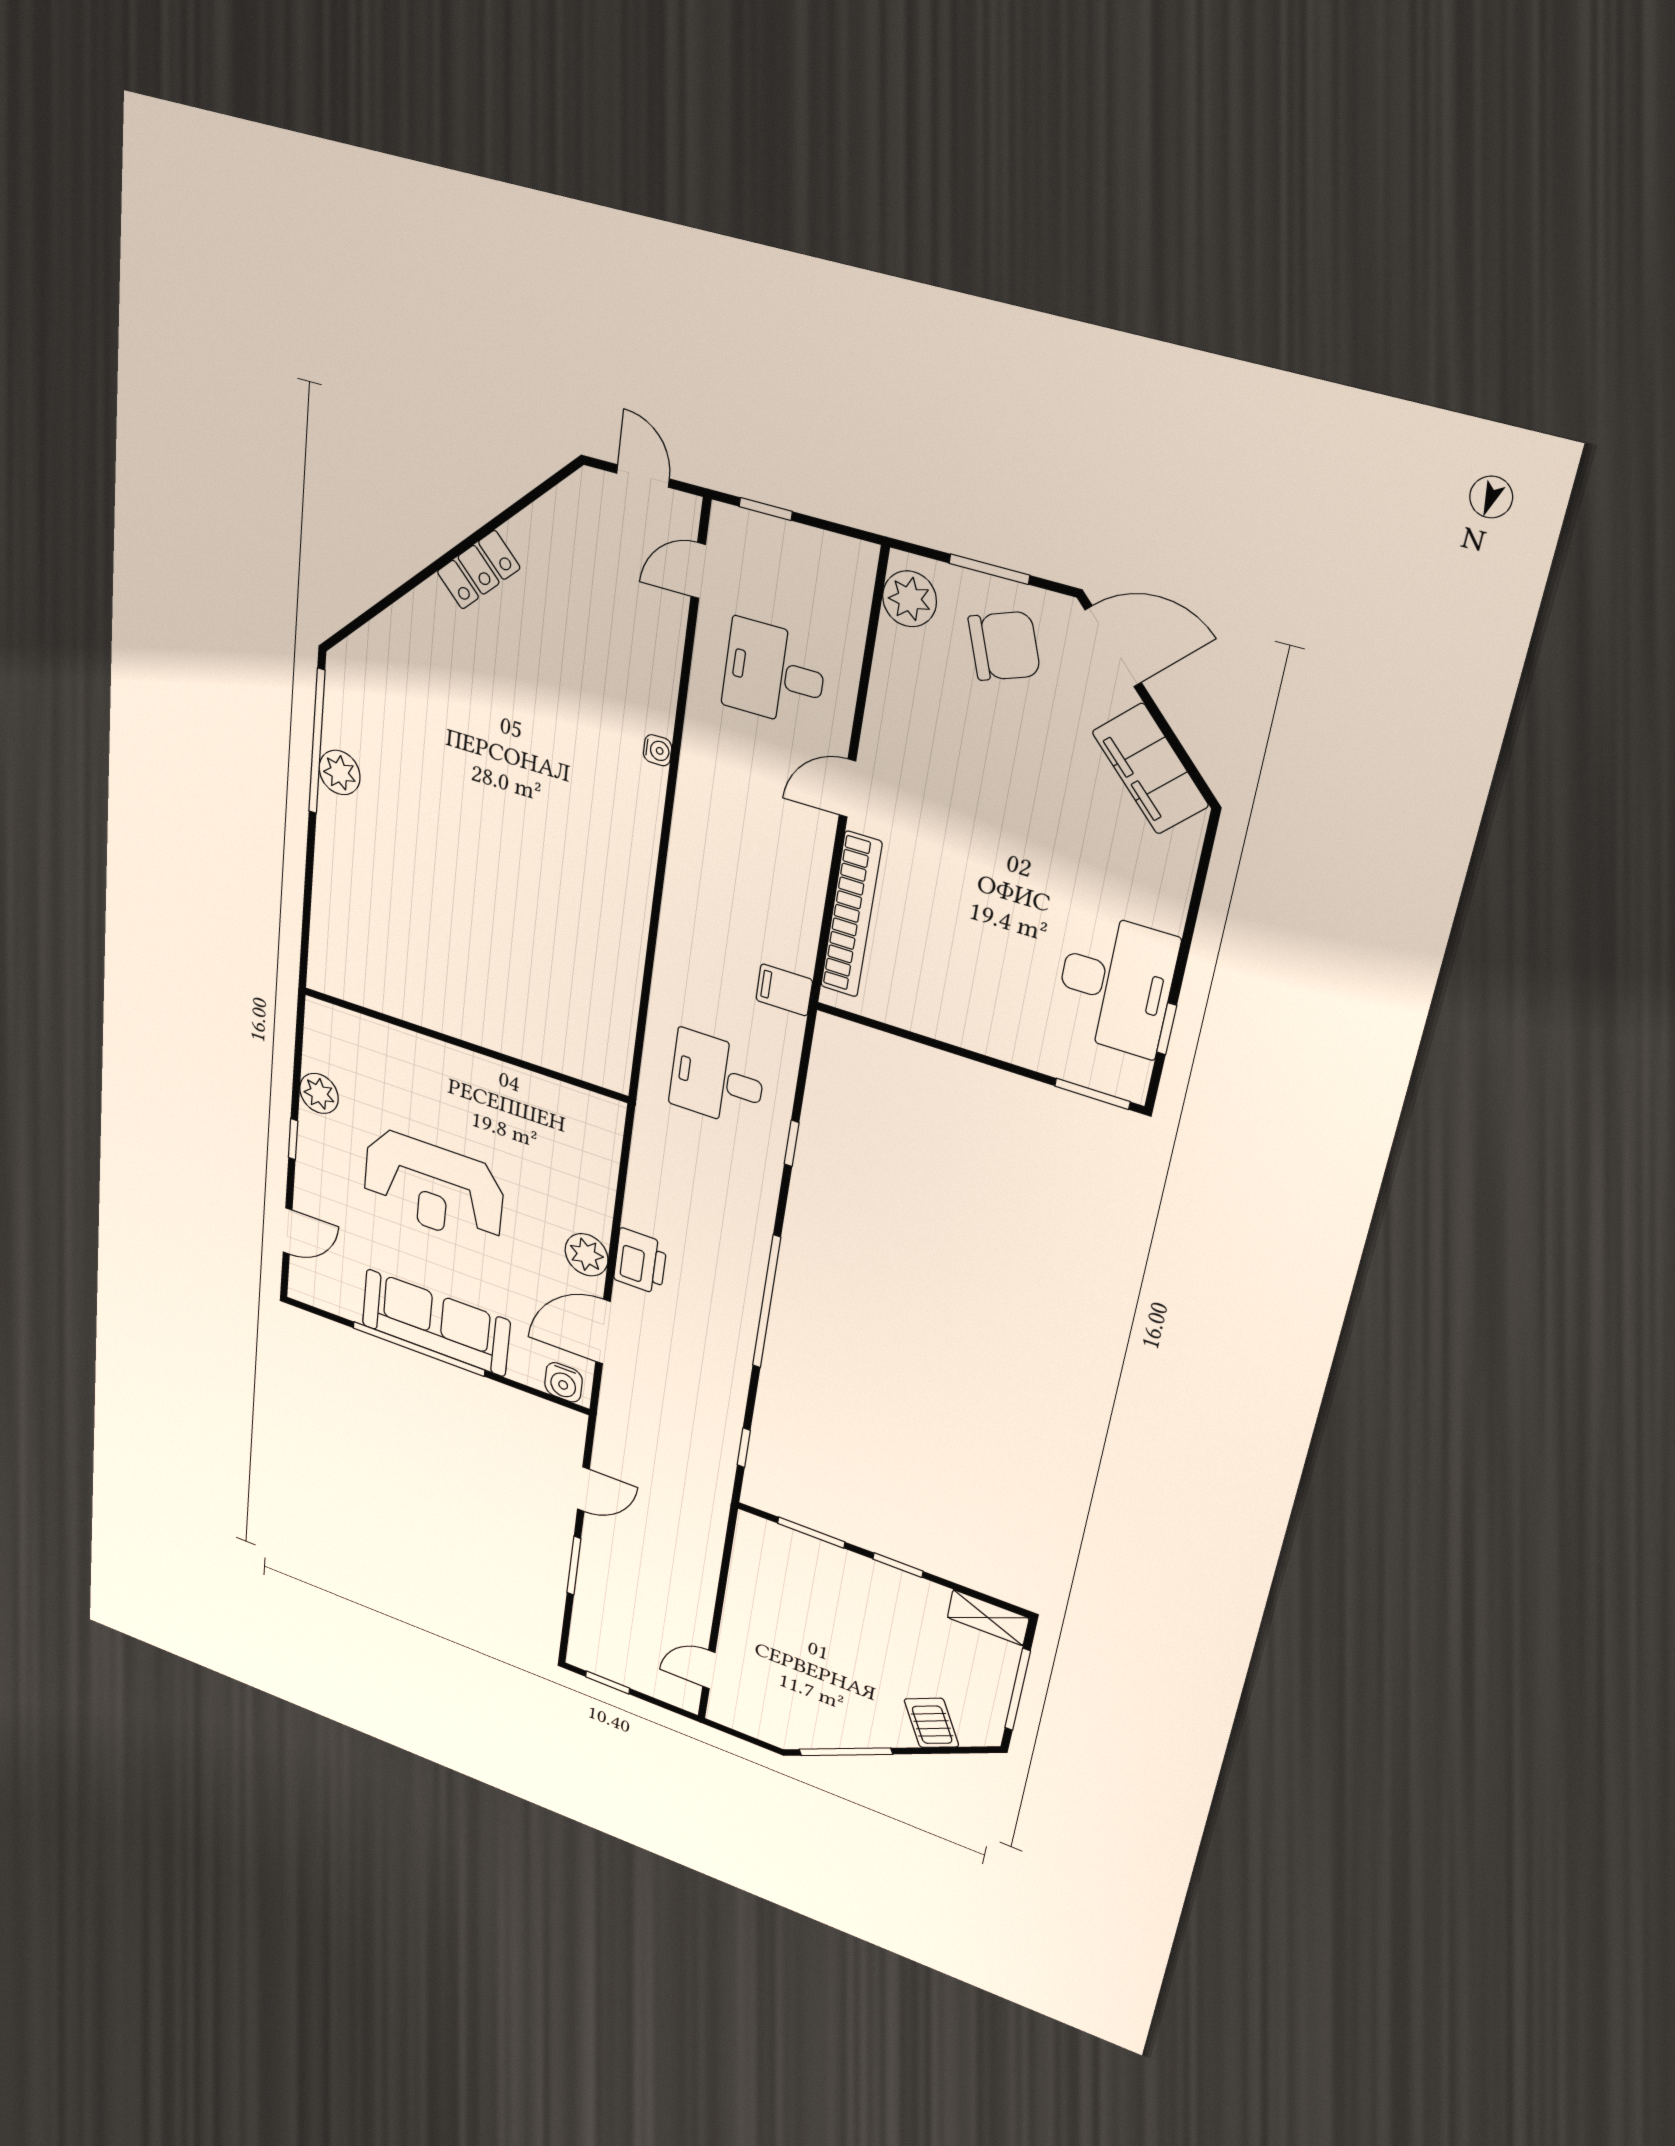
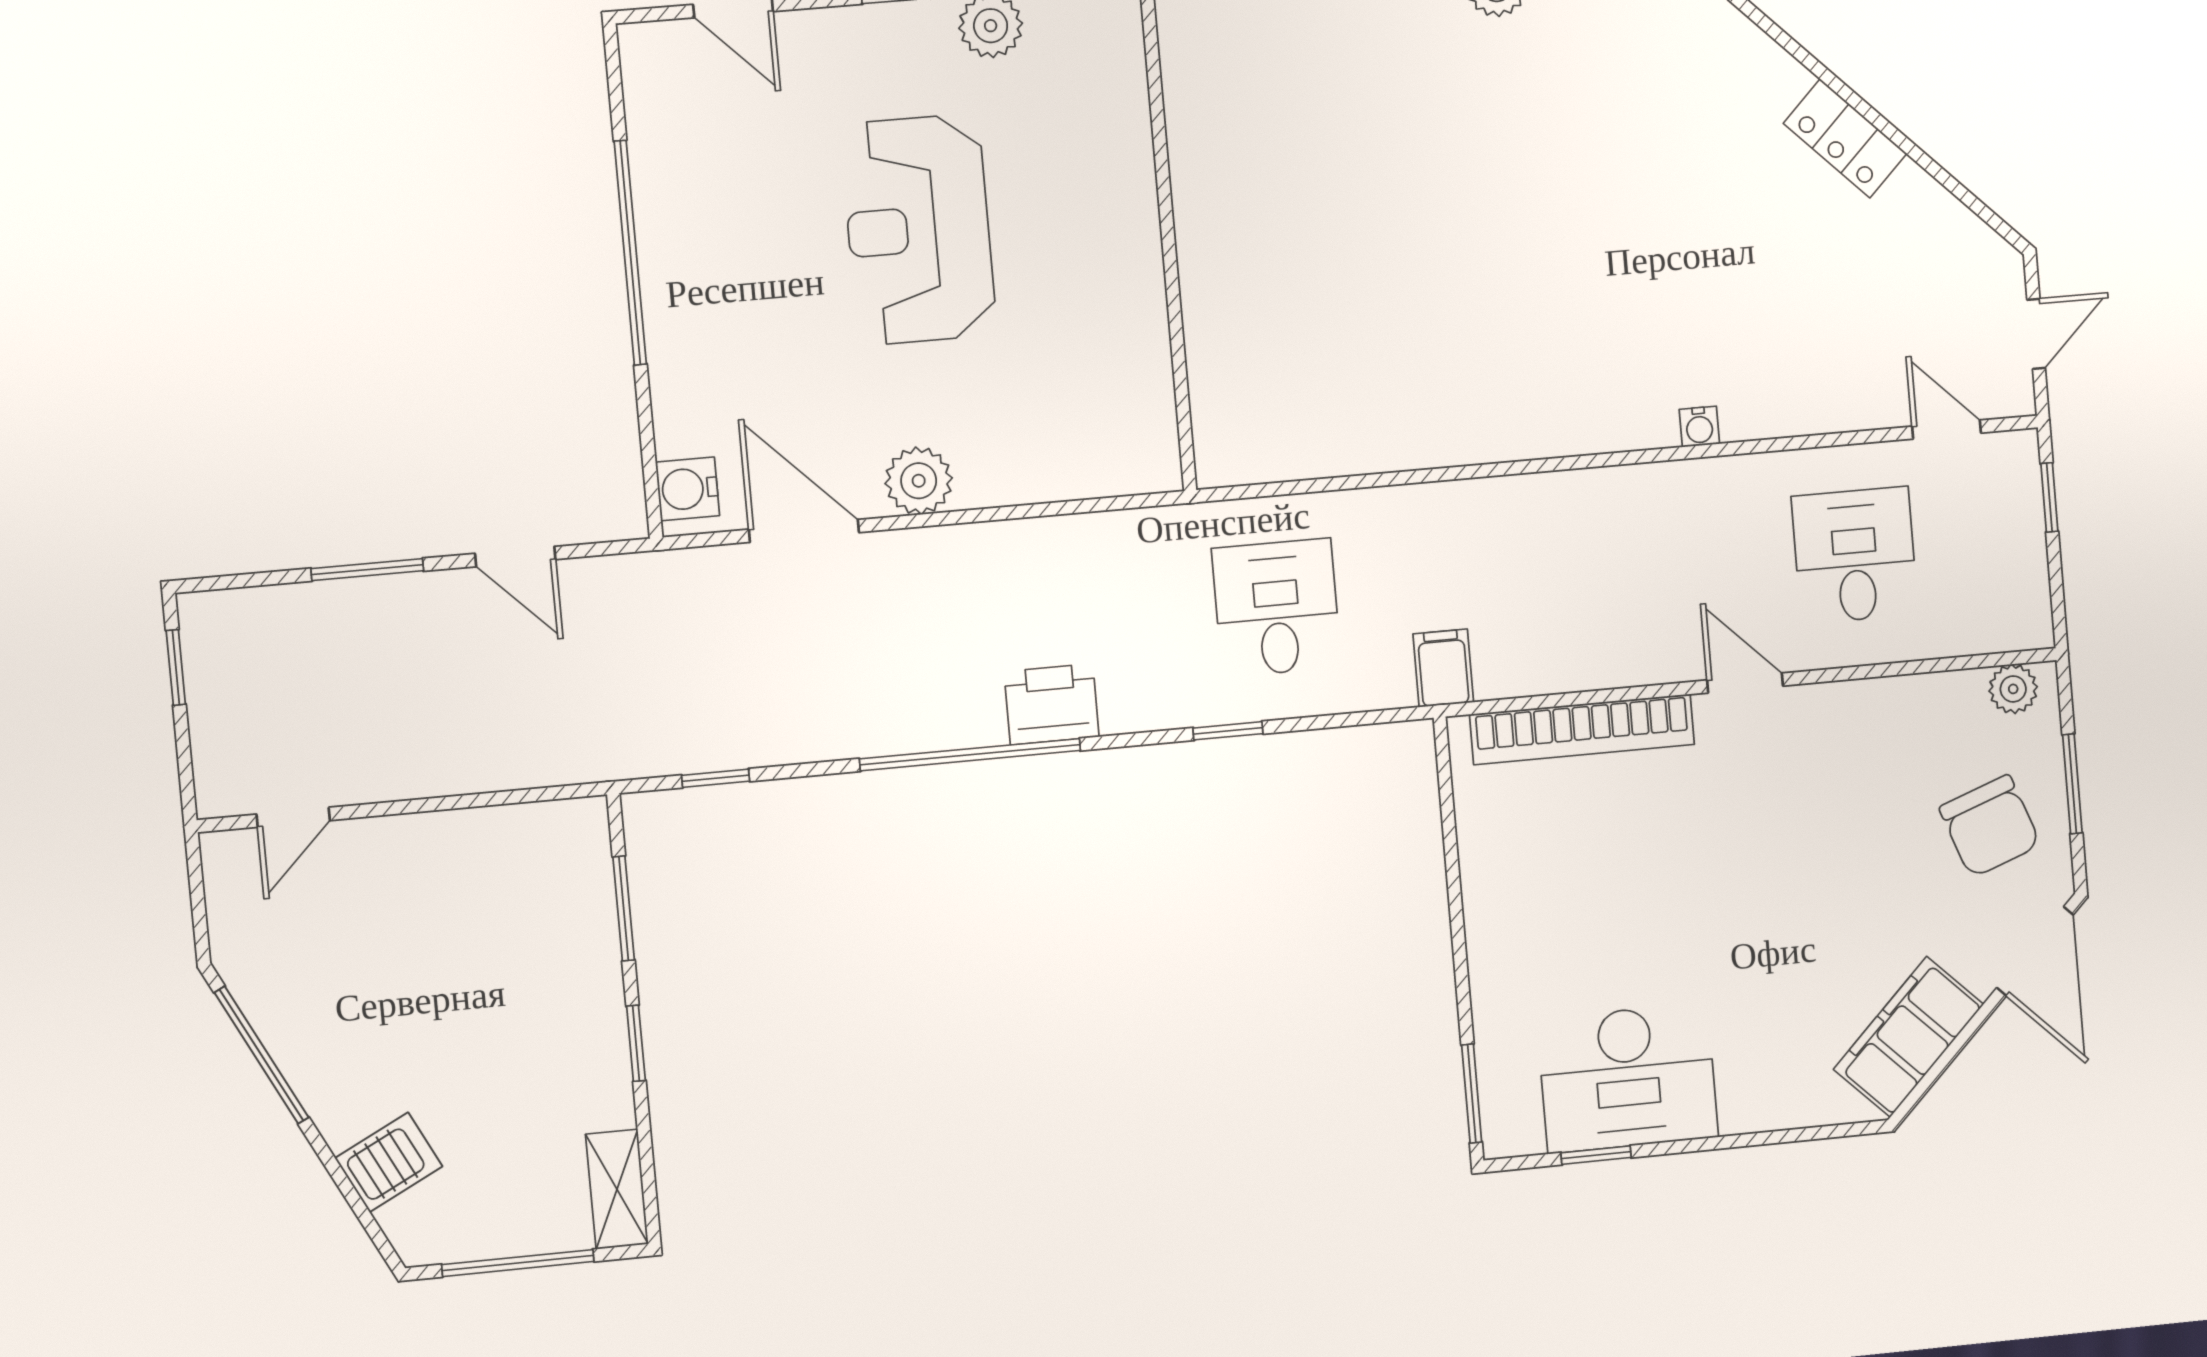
plant: (910, 599) -> (2013, 689), width x0.73, depth x0.73
printer: (640, 1261) -> (1052, 704), moved, turned 180
sofa: (436, 1323) -> (690, 272), removed
door: (709, 1669) -> (293, 817), swing flipped

